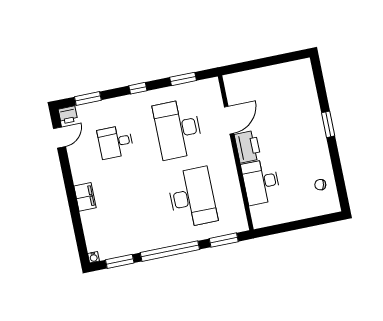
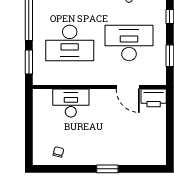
printer: (248, 147) -> (154, 98), moved

